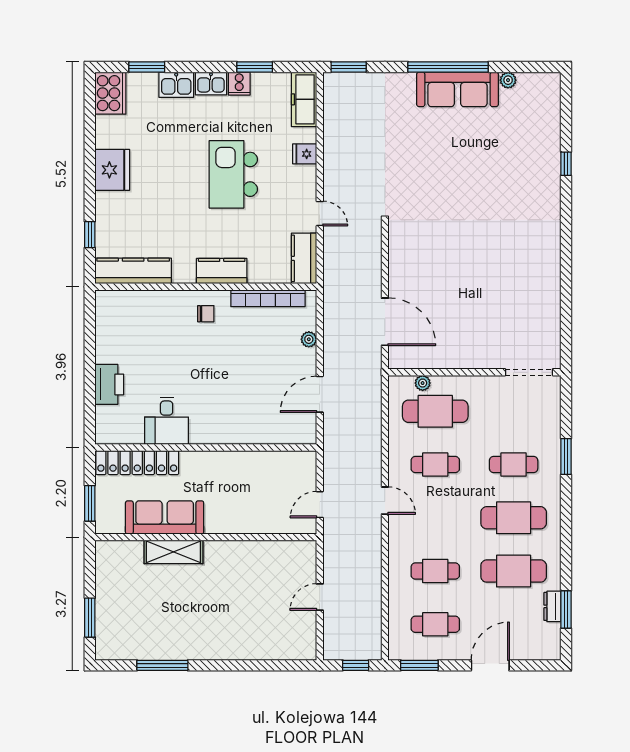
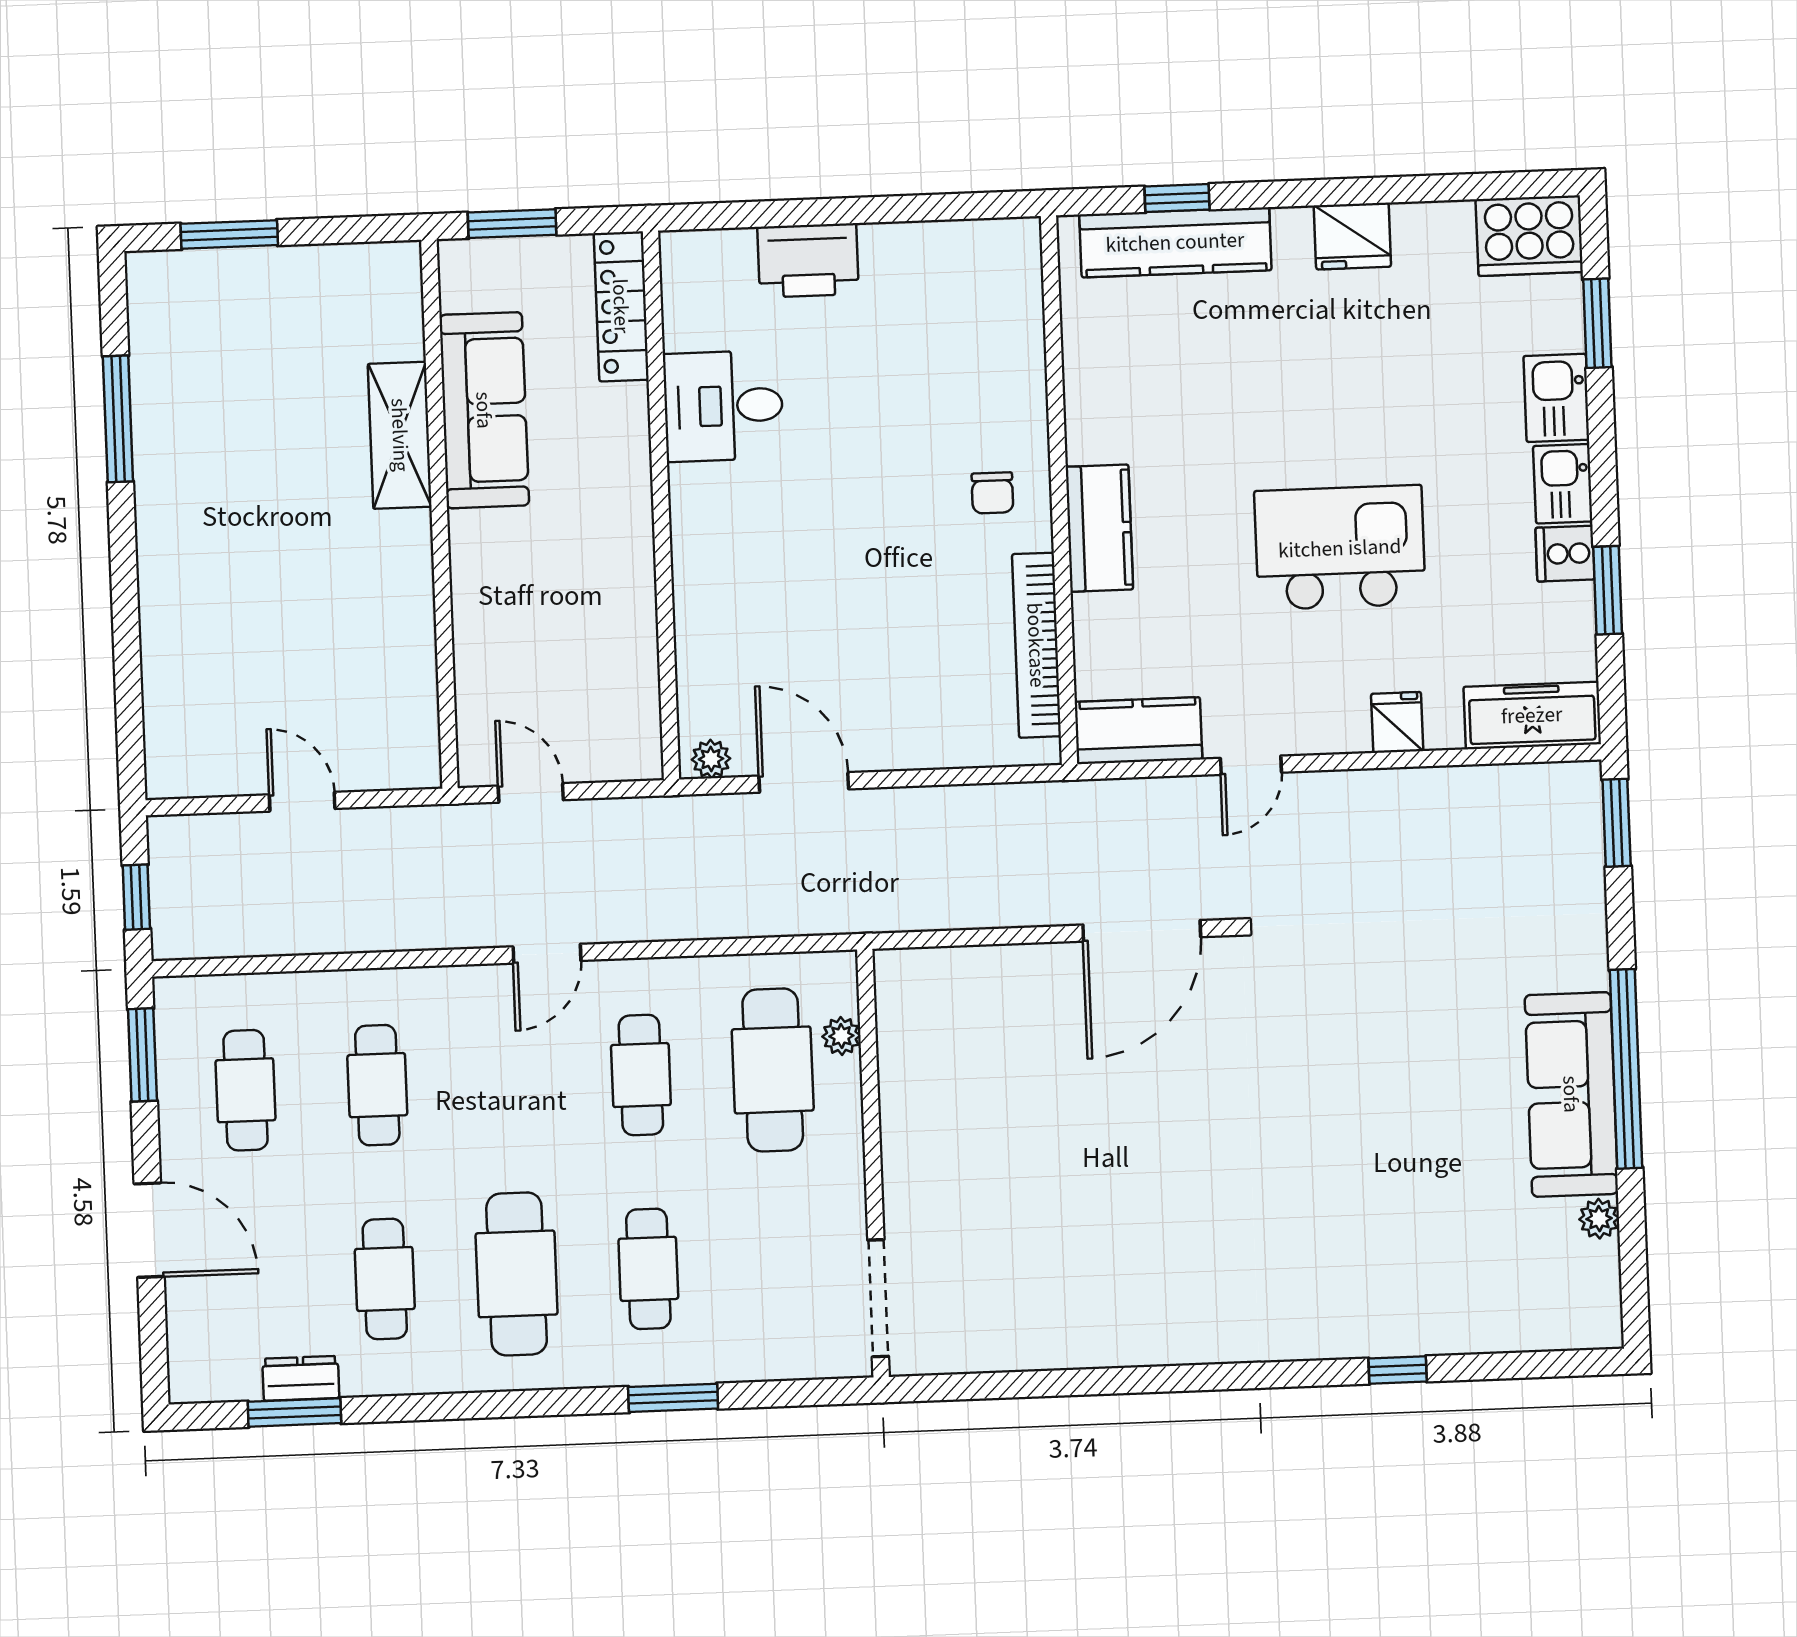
fridge: (112, 170) -> (1352, 236), width x0.73, depth x0.75
kitchen counter: (133, 271) -> (1175, 242), moved, turned 90
door: (385, 322) -> (1142, 931), moved
plant: (309, 339) -> (711, 759), moved
locker: (137, 463) -> (621, 306), width x0.71, depth x0.83
cafe table: (514, 571) -> (385, 1279), width x0.73, depth x0.74

